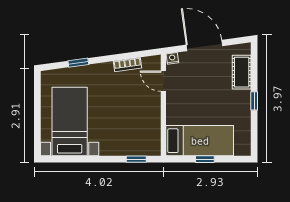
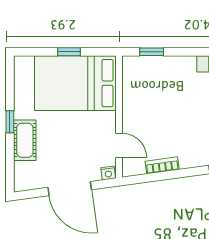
cot: (242, 72) -> (25, 140), moved
bed: (200, 141) -> (75, 83), width x1.50

